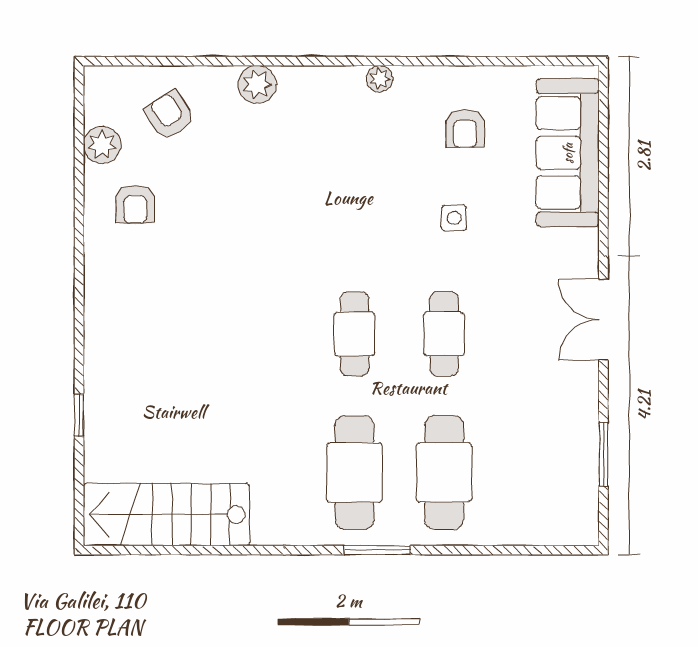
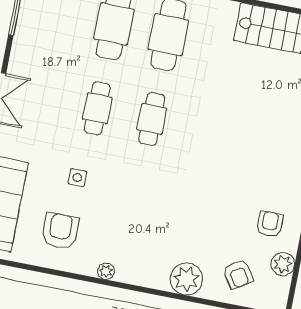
plant: (257, 84) -> (186, 279), width x1.36, depth x1.36
armchair: (465, 128) -> (60, 231), width x1.38, depth x1.38

